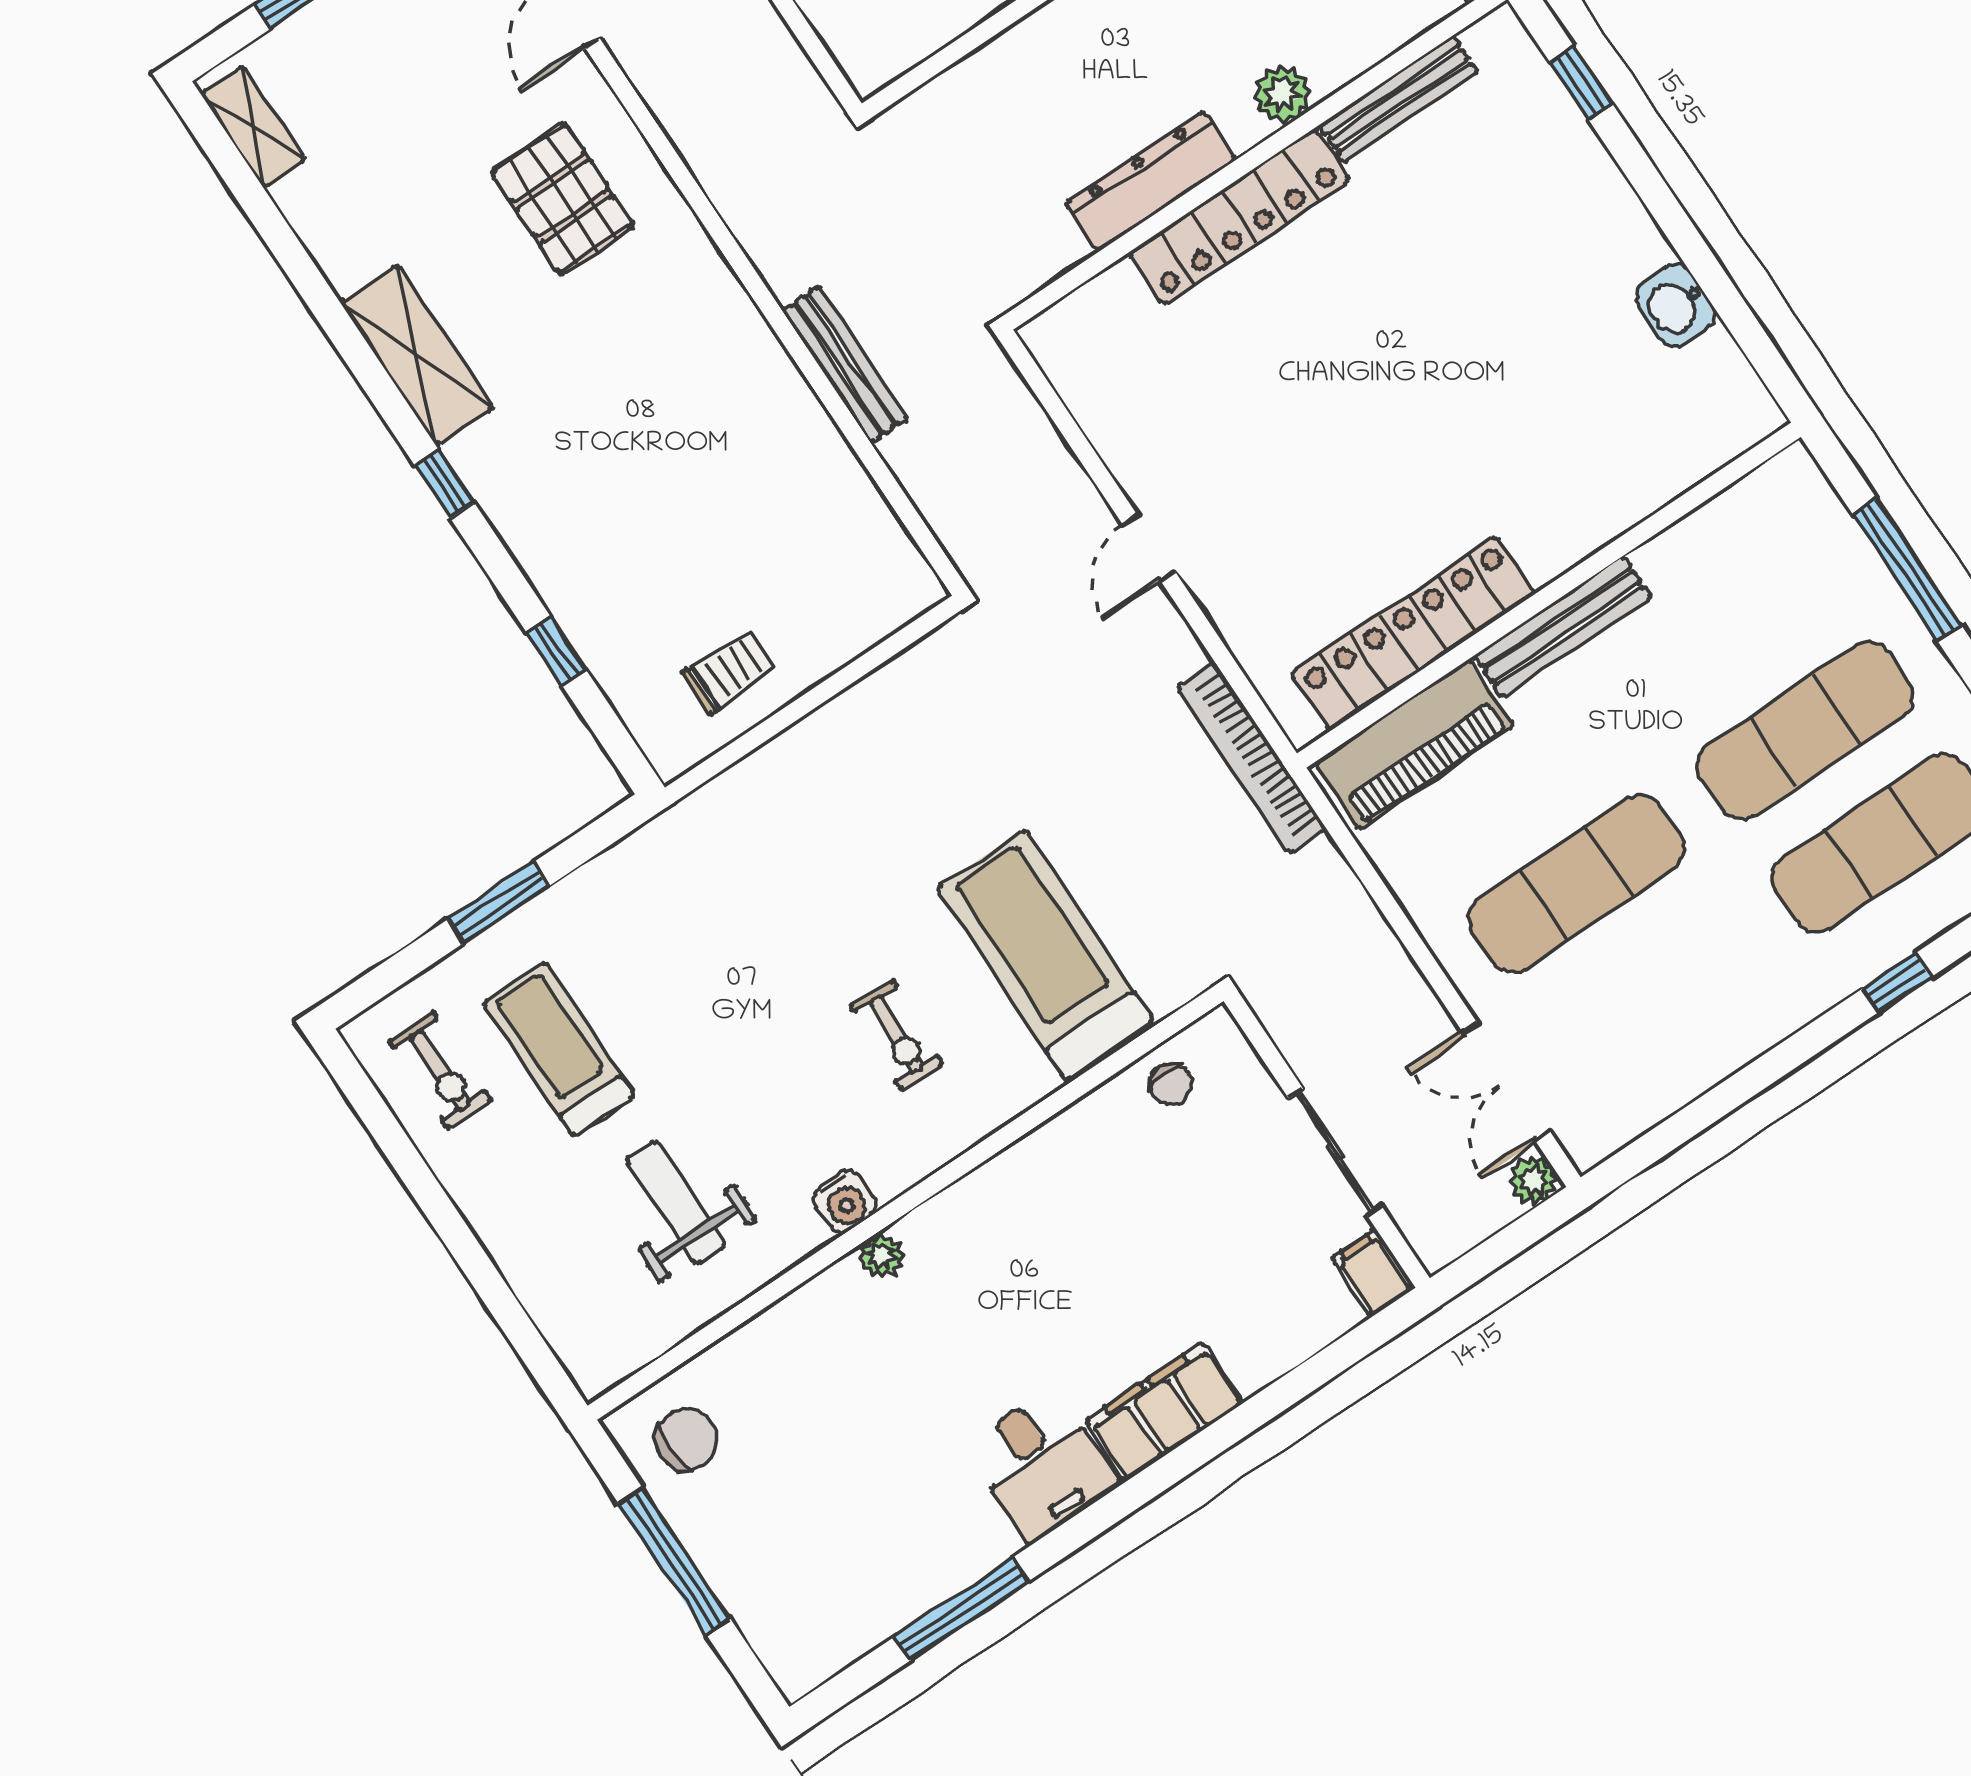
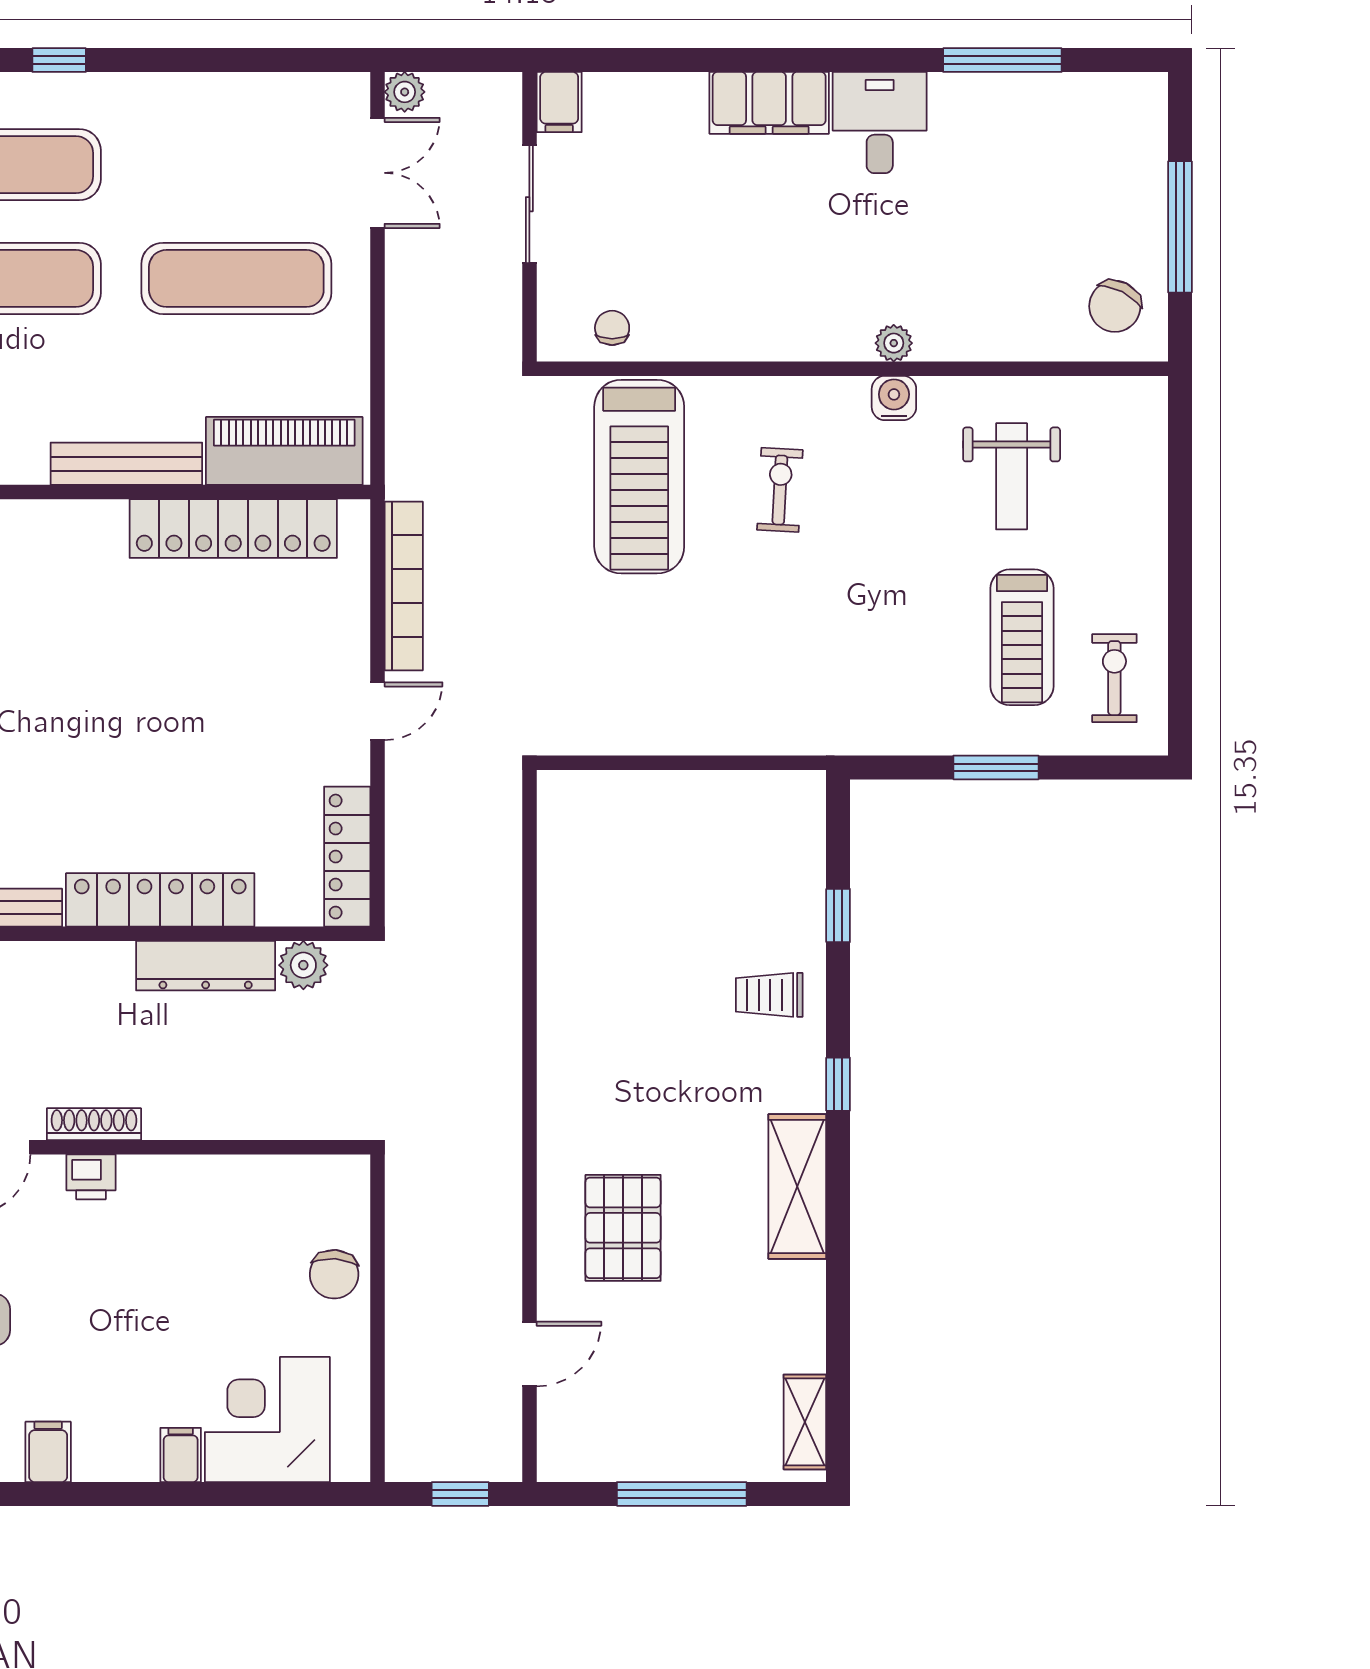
plant: (1282, 94) -> (303, 965), moved
bench: (845, 364) -> (504, 981), removed
locker: (1083, 384) -> (347, 857), added
trolley: (729, 671) -> (769, 995), moved
bookcase: (1252, 758) -> (404, 586), moved
chair: (686, 1439) -> (1115, 306), turned -63

